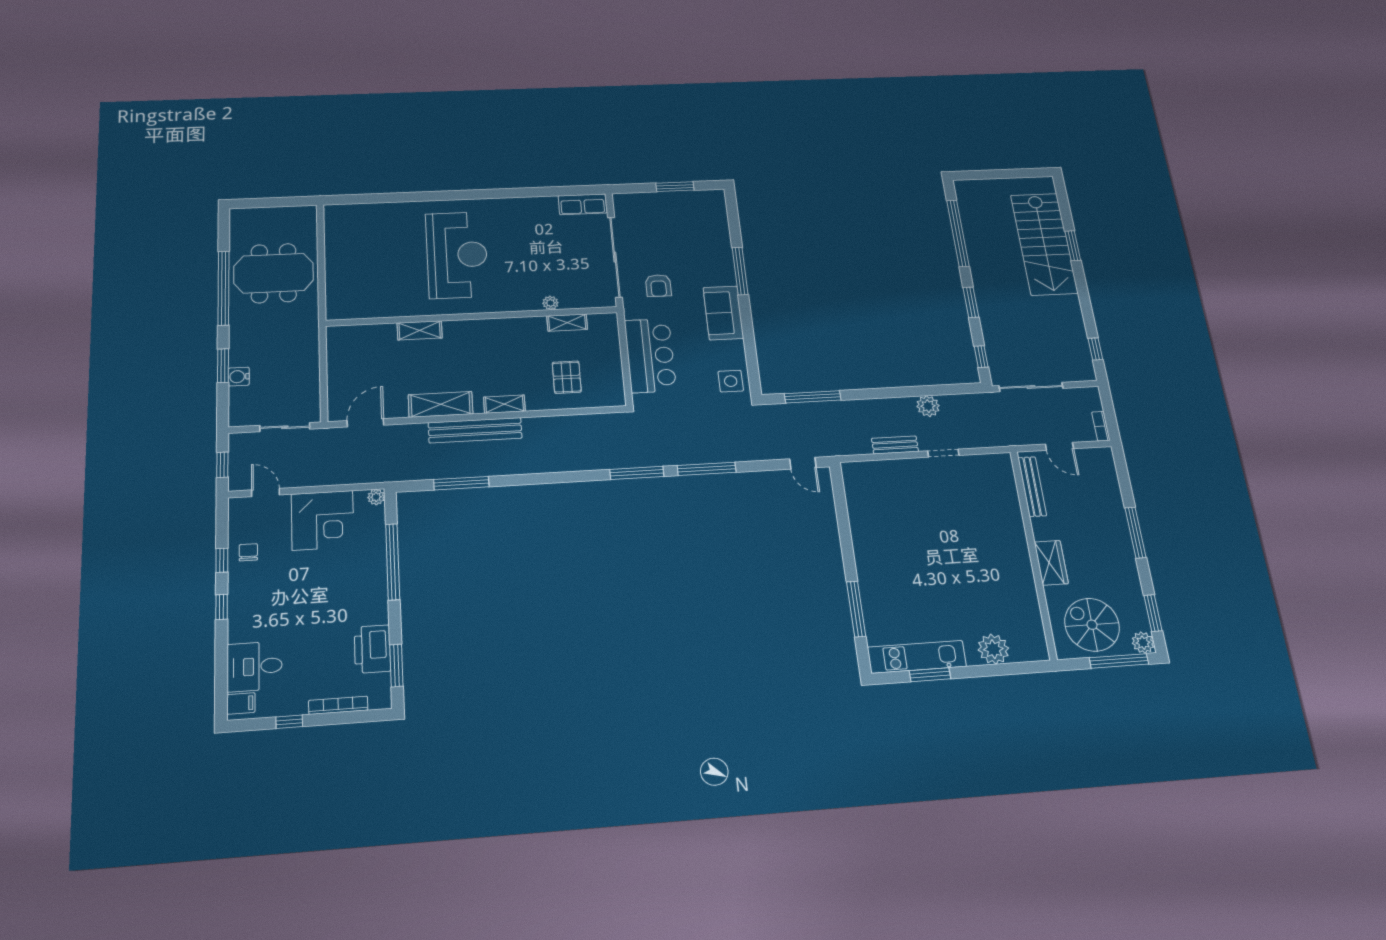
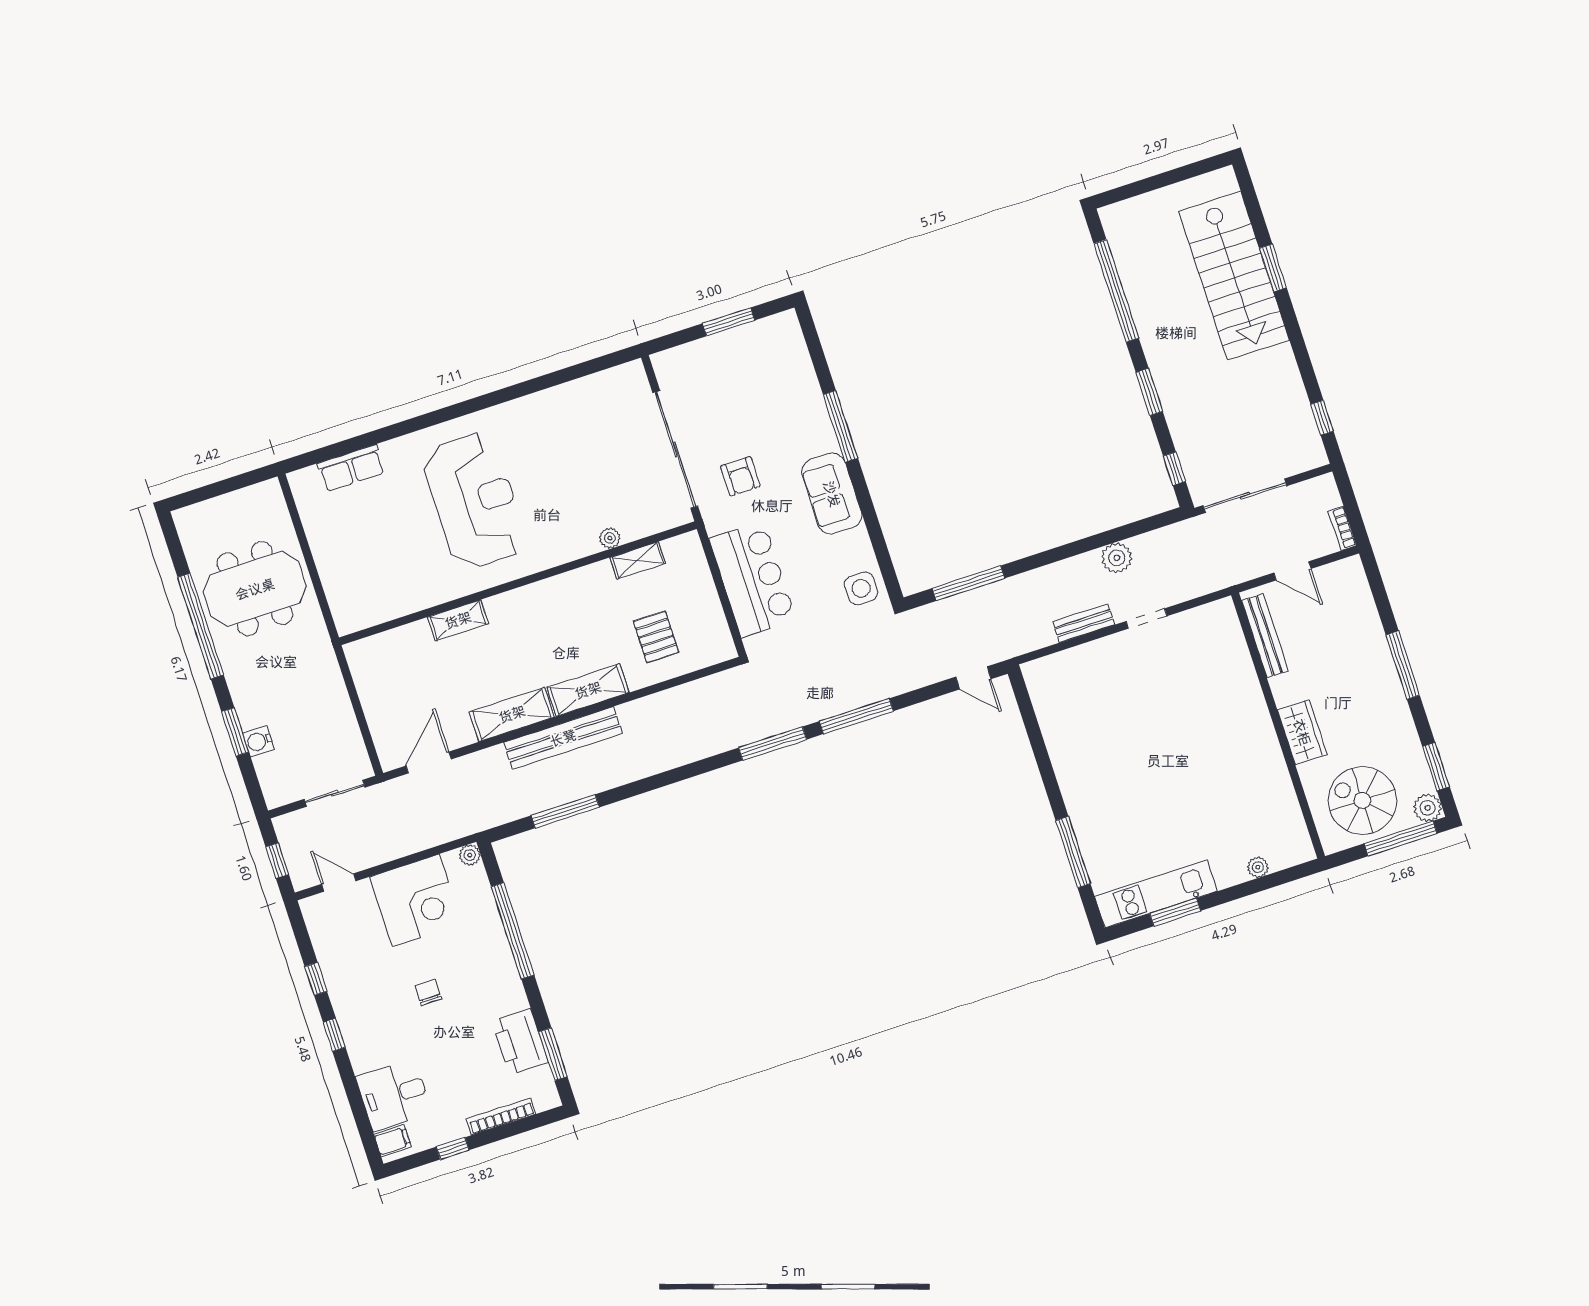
row of seats: (583, 204) -> (351, 468), moved
shelving: (504, 404) -> (588, 690), width x1.50, depth x1.33
chair: (248, 552) -> (428, 992), moved
plant: (993, 649) -> (1258, 867), width x0.53, depth x0.53

